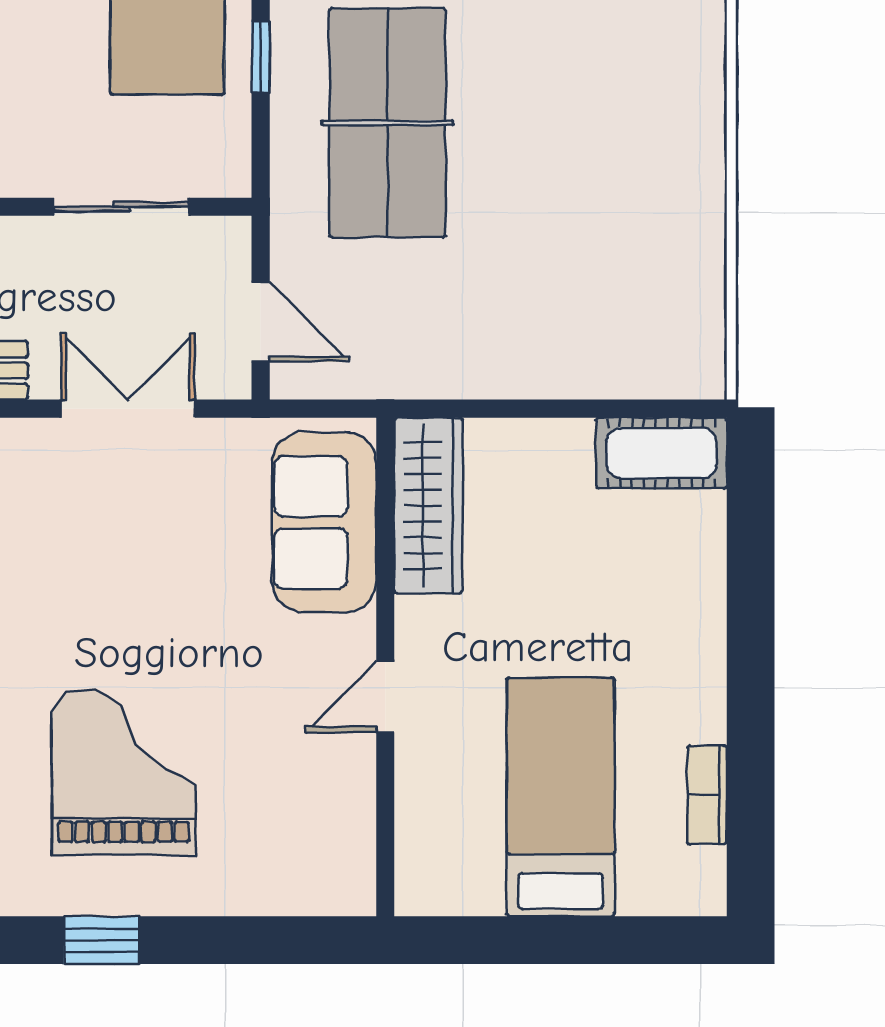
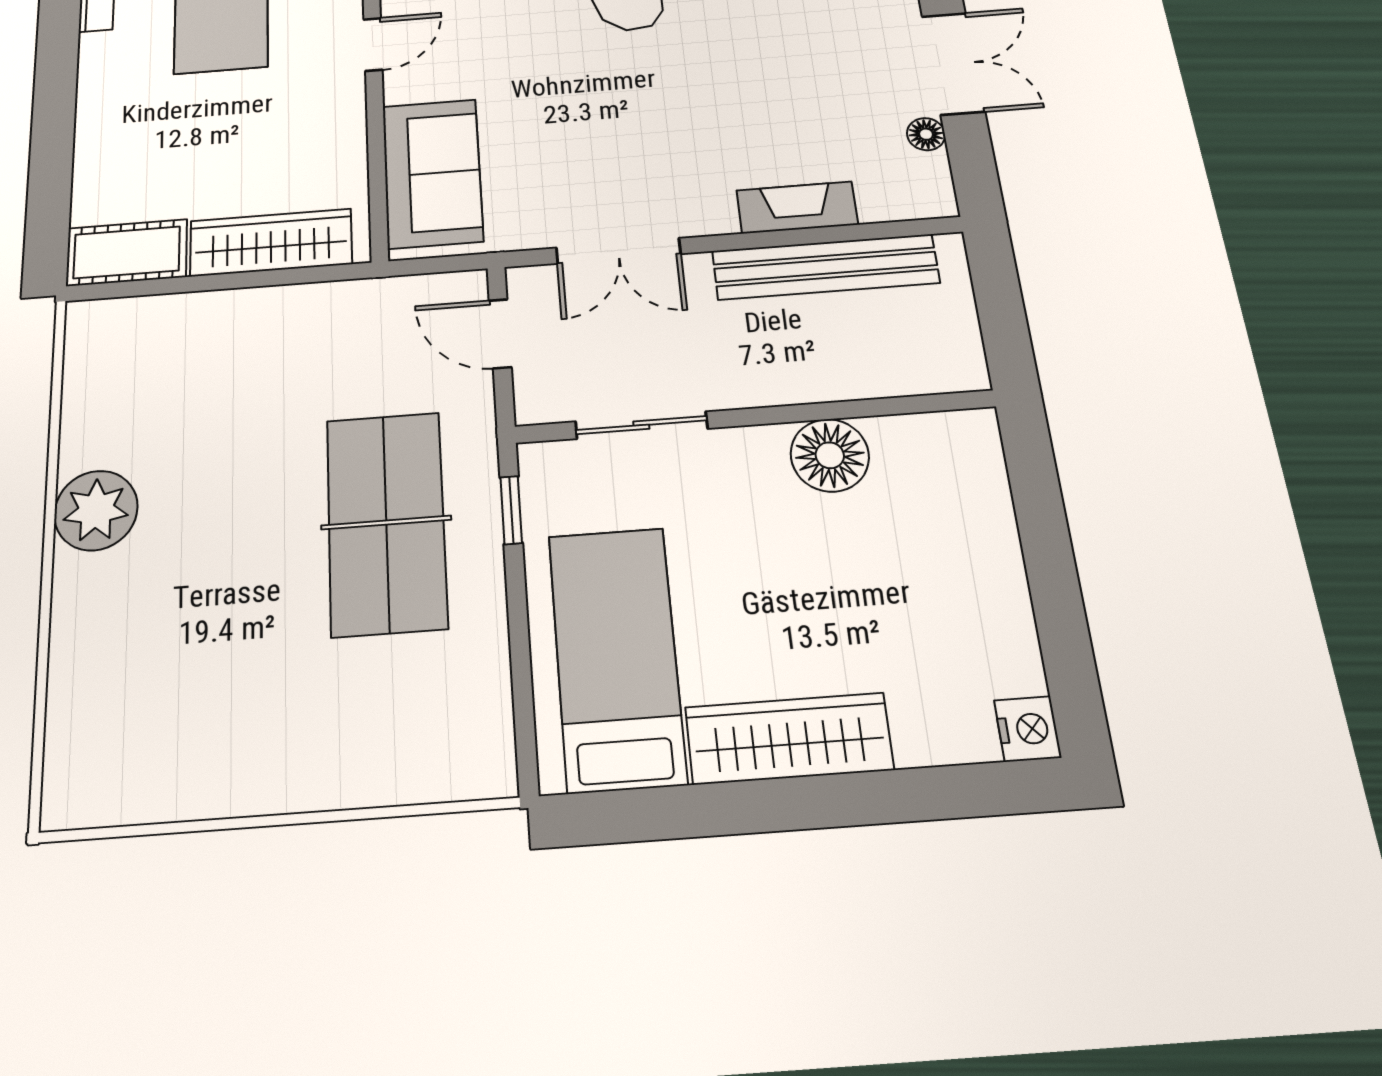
window: (261, 57) -> (511, 510), moved
plant: (684, 159) -> (96, 510), added
wardrobe: (428, 506) -> (271, 242), moved, turned 90

